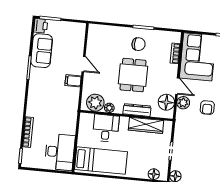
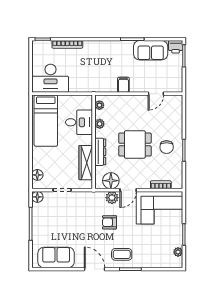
door: (83, 64) -> (156, 94), moved
plant: (95, 103) -> (99, 105), width x0.53, depth x0.53

